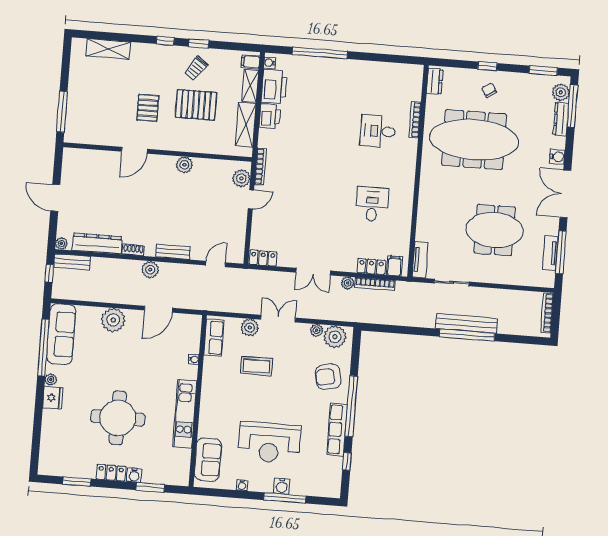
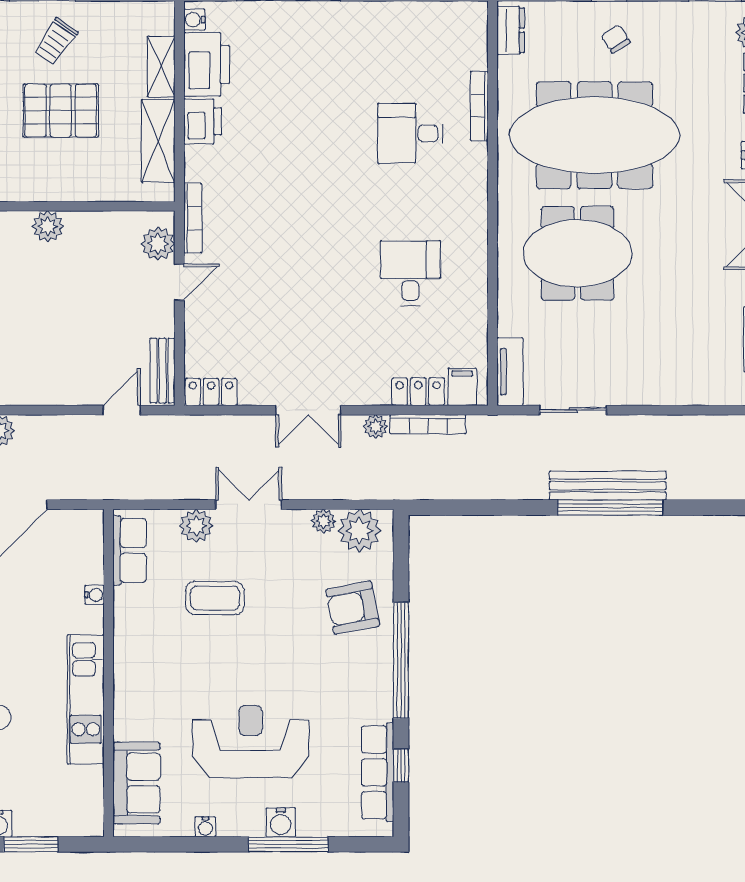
filing cabinet: (250, 62) -> (158, 21), removed
meeting table: (495, 230) -> (578, 253), moved
bench: (173, 252) -> (163, 371), moved, turned 90
row of seats: (337, 430) -> (378, 772), moved
reception desk: (269, 443) -> (251, 742), turned 180

